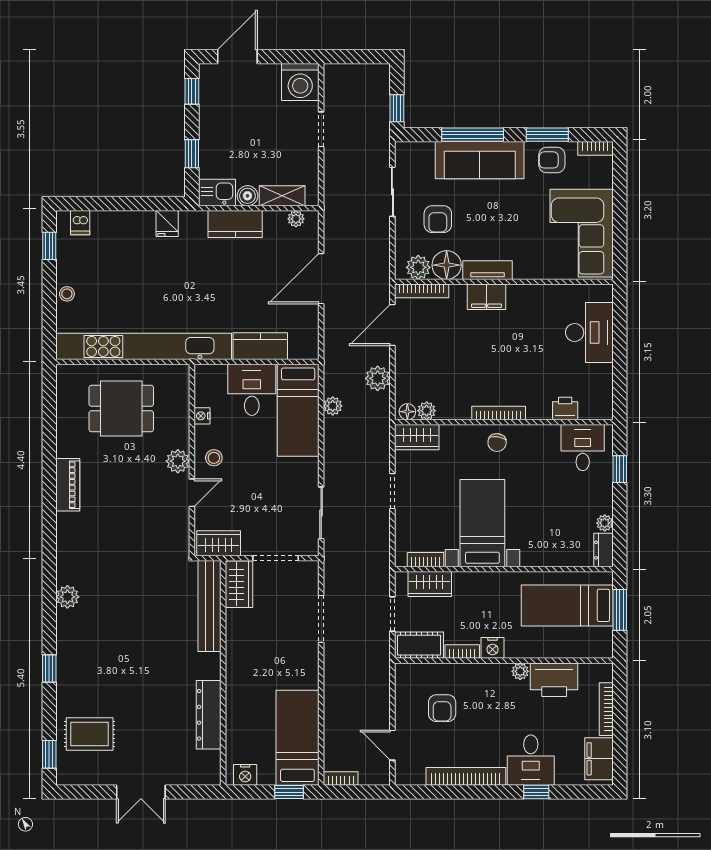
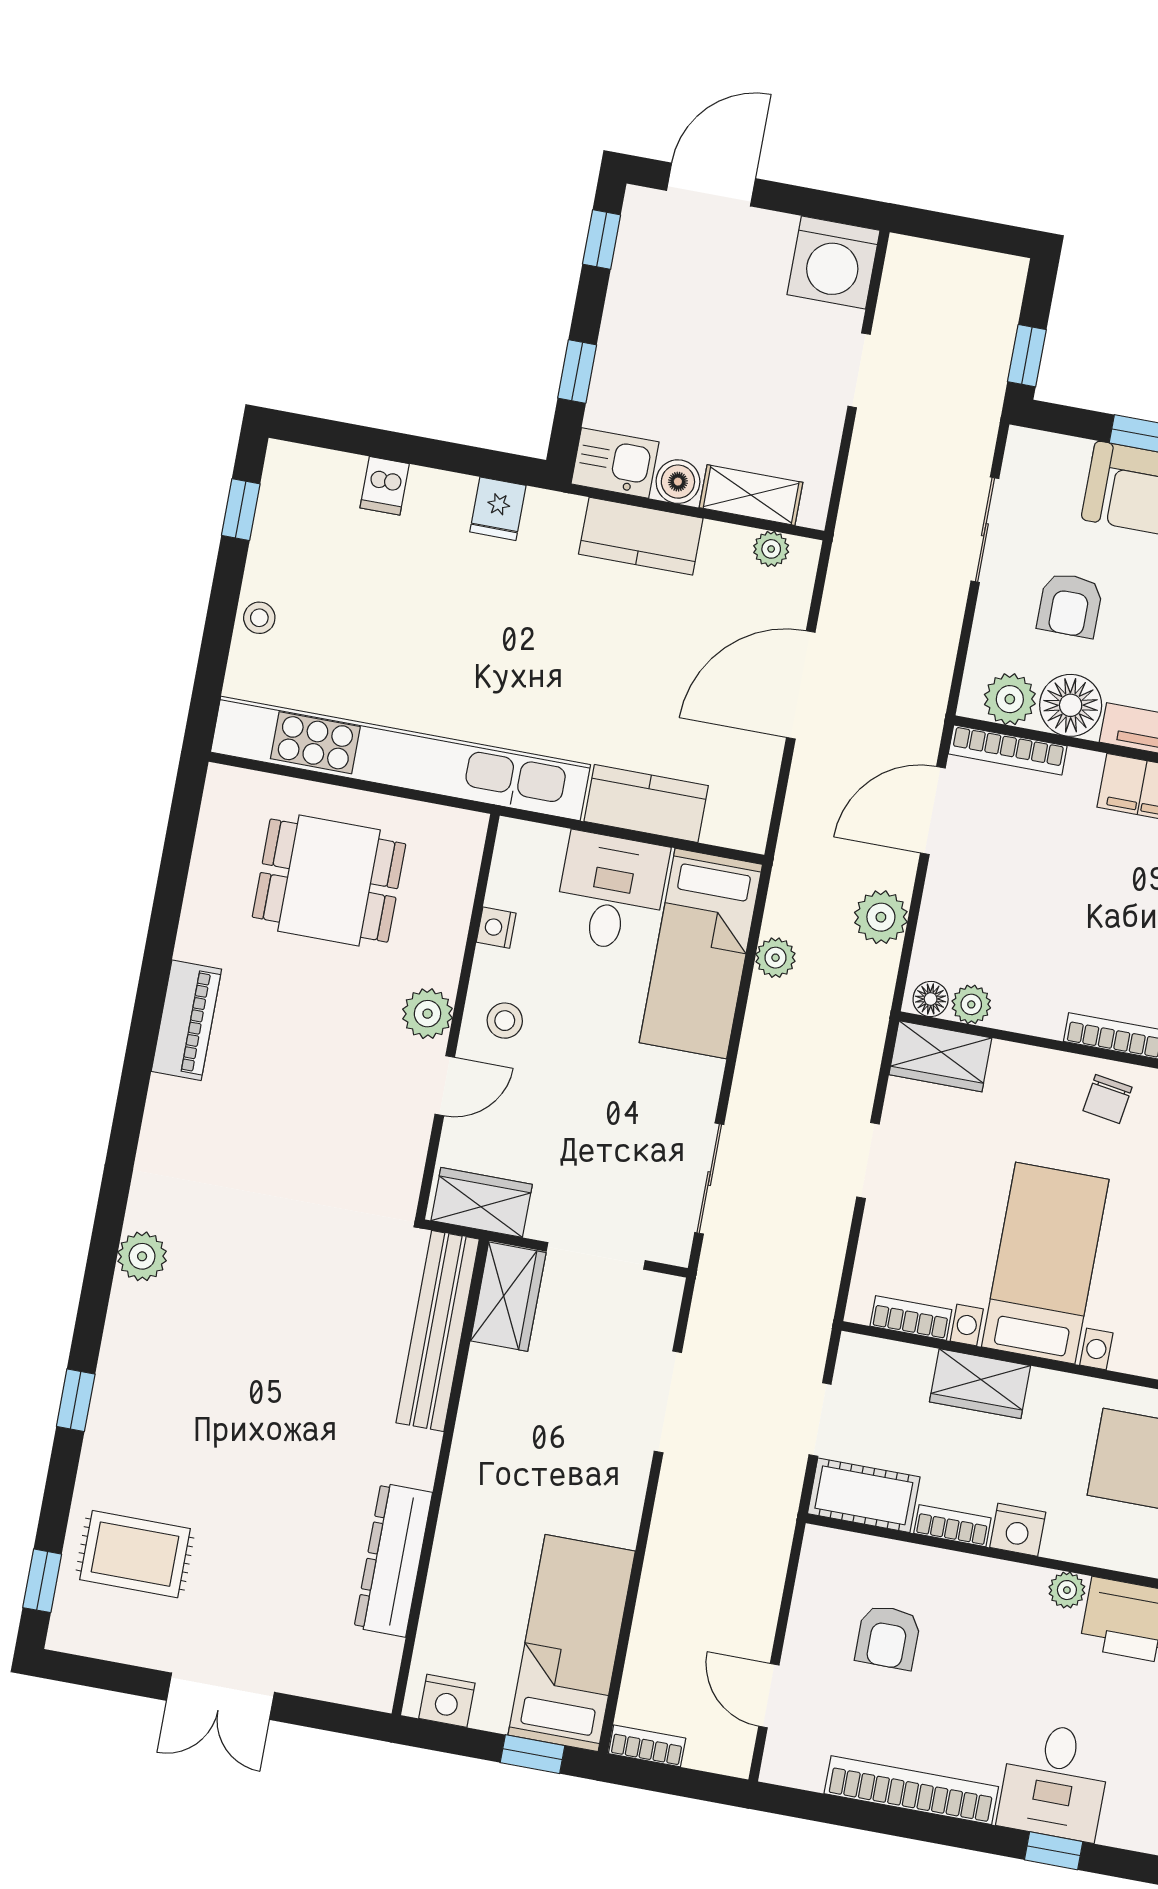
dishwasher: (80, 223) -> (385, 486), moved
wardrobe: (430, 584) -> (980, 1384), moved

